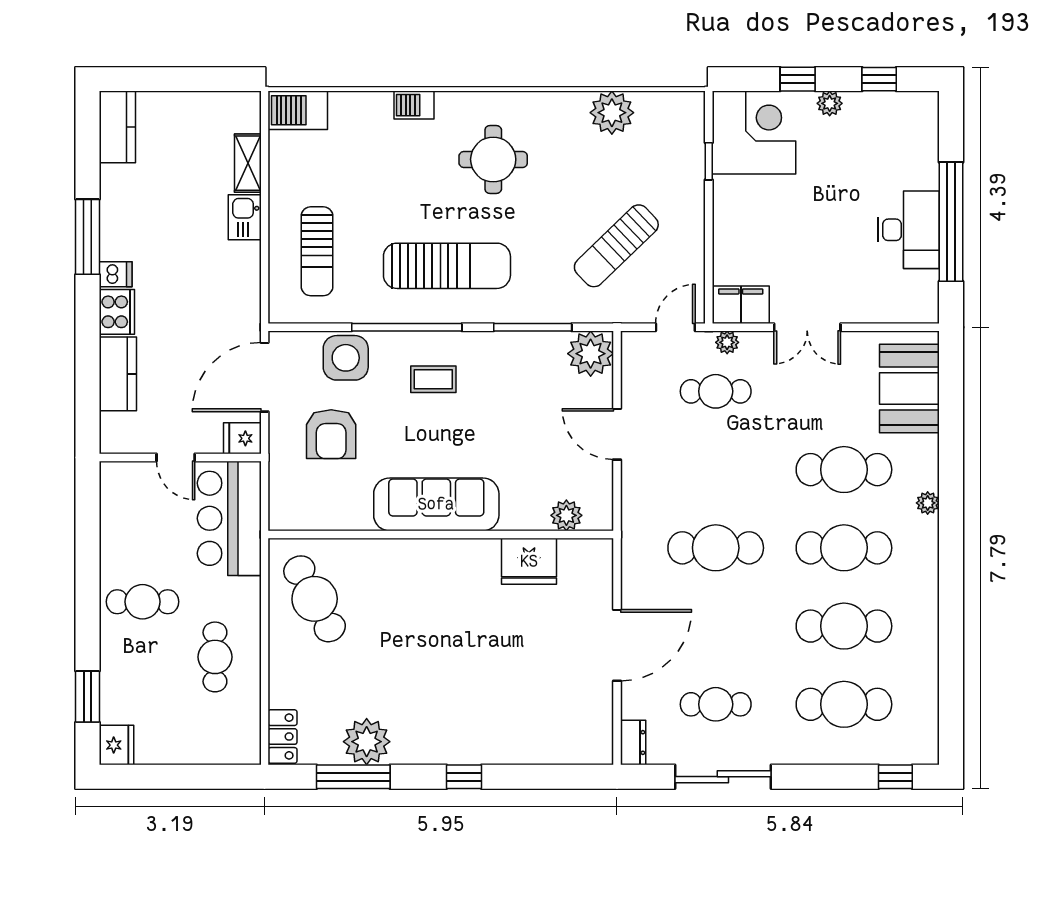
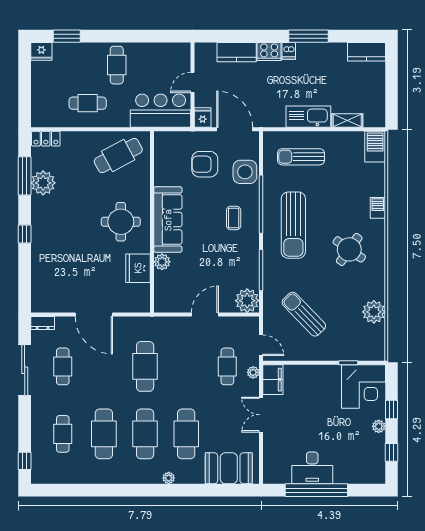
round table: (493, 159) -> (349, 249), turned 35
kitchen sink: (245, 217) -> (308, 117), width x1.87, depth x1.24
plant: (566, 515) -> (162, 262), moved
round table: (441, 594) -> (121, 222), added
cafe table: (844, 704) -> (63, 434), width x0.73, depth x0.74

